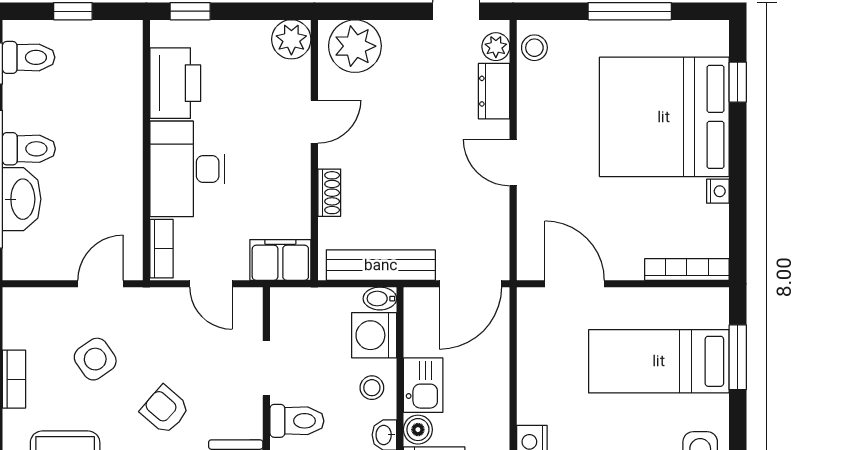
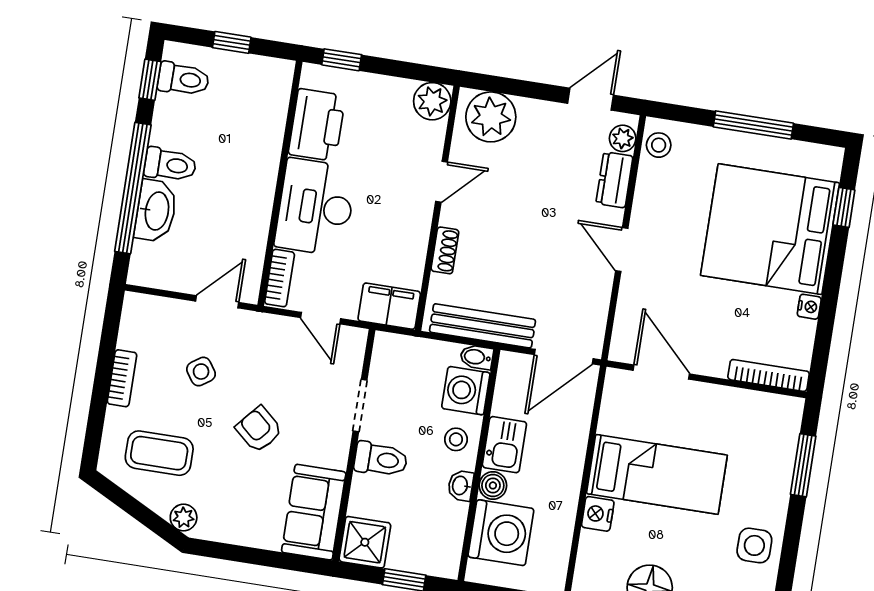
side table: (95, 359) -> (201, 372), width x0.73, depth x0.73
bed: (659, 361) -> (657, 474), moved, turned 180

